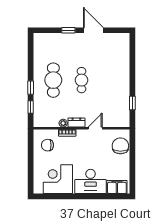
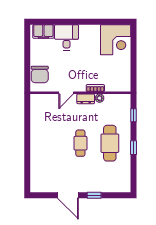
window: (31, 88) -> (134, 148), moved
window: (132, 103) -> (27, 119), removed
chair: (47, 145) -> (116, 75), removed
corner desk: (58, 179) -> (116, 40), moved
desk: (91, 181) -> (67, 37), width x0.73

